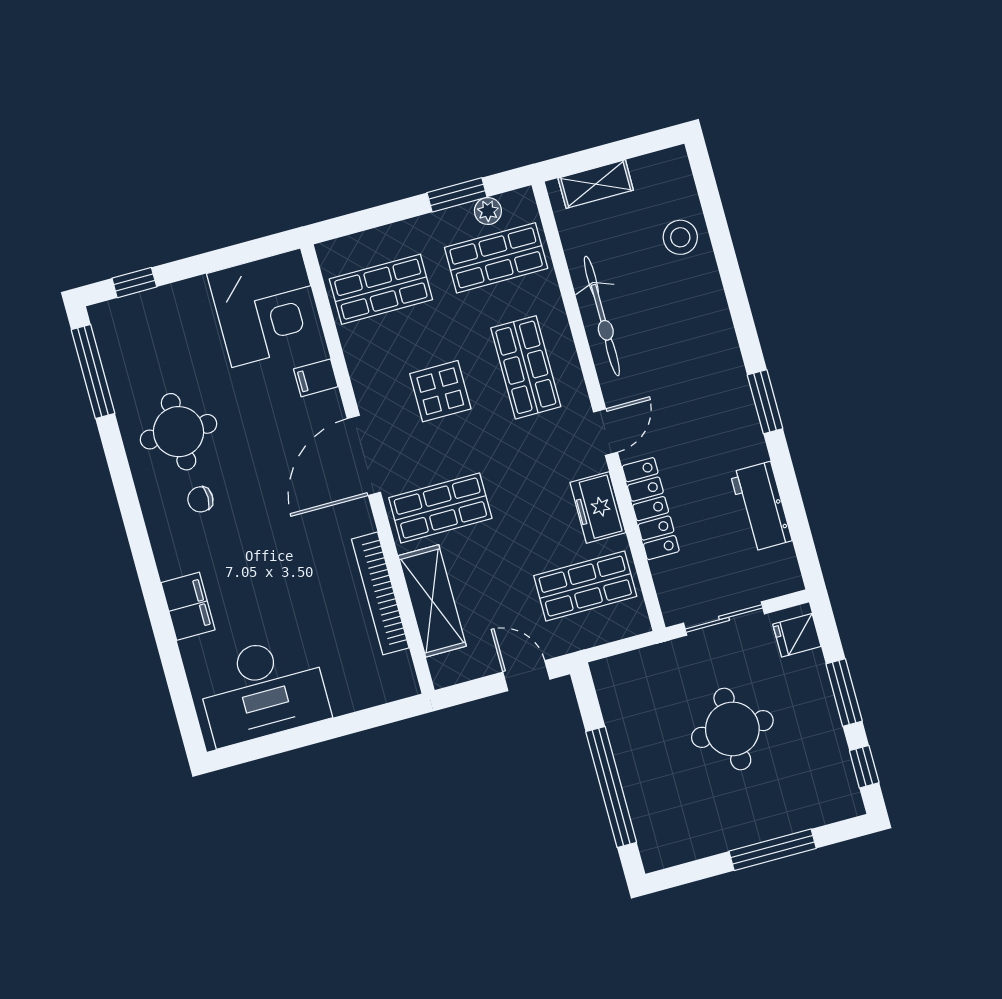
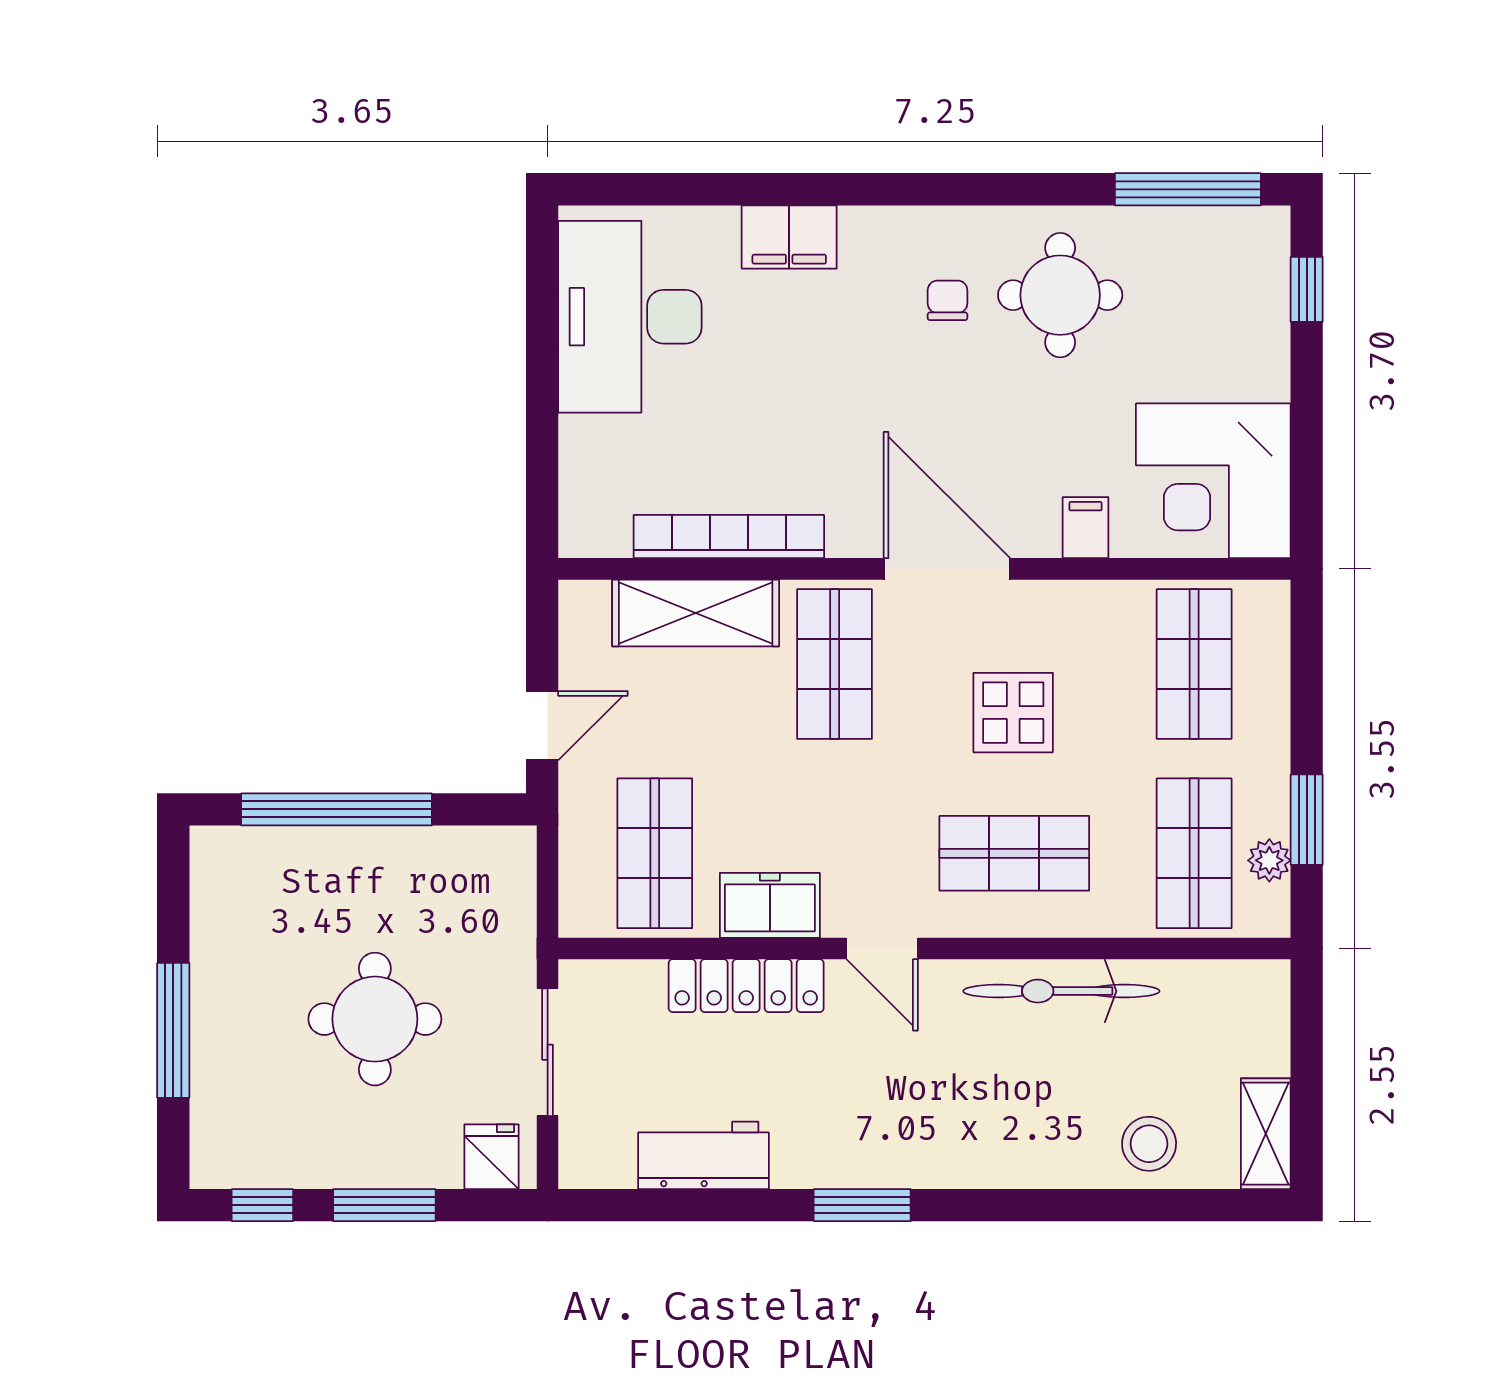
shelving: (596, 184) -> (1266, 1134), moved

